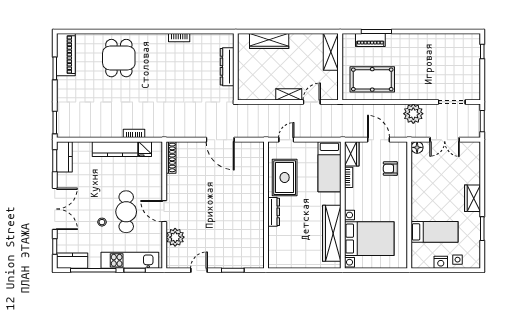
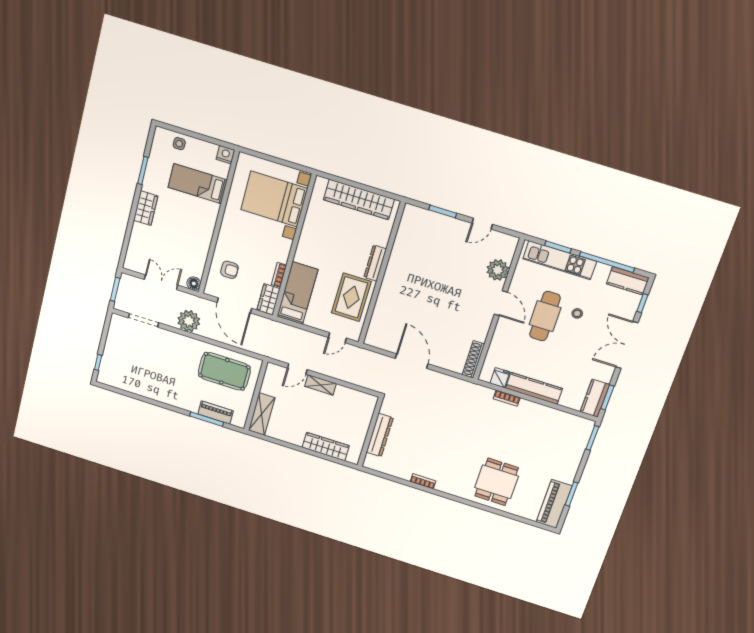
door: (379, 140) -> (234, 305), width x1.36
wardrobe: (332, 233) -> (359, 199), moved, turned 90
nightstand: (441, 262) -> (225, 155), moved

